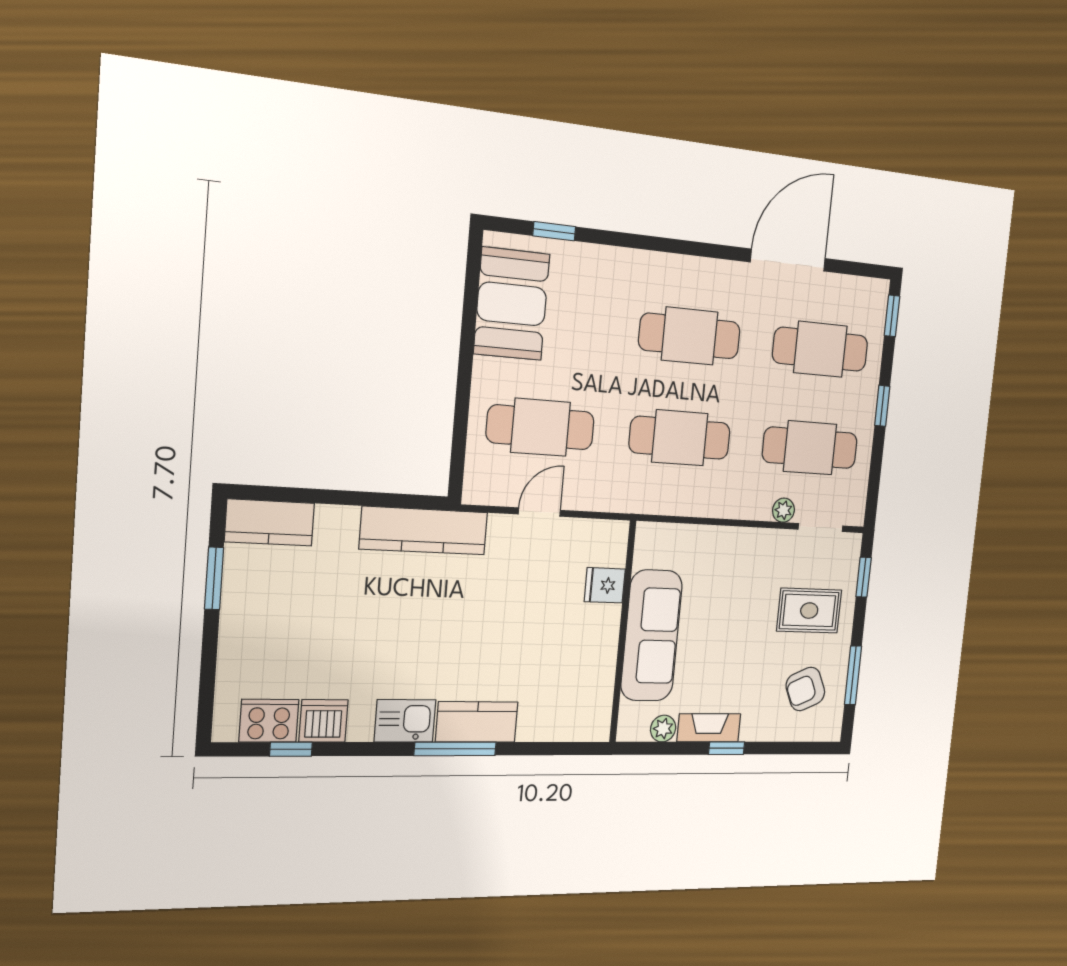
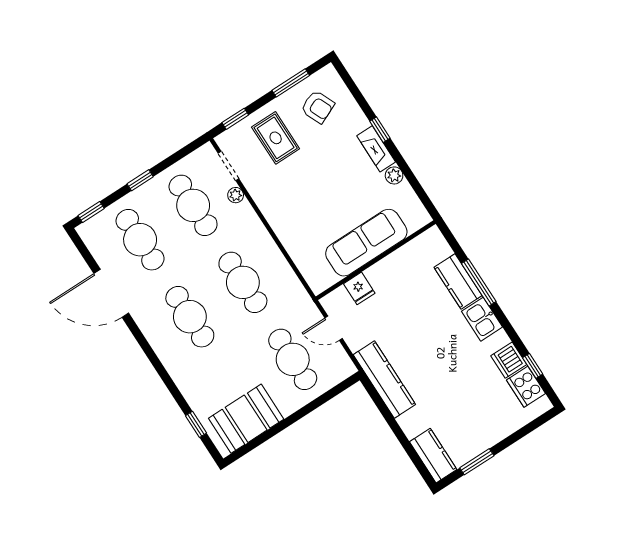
fridge: (605, 585) -> (359, 288), moved
wall: (623, 632) -> (376, 260), moved
sofa: (652, 636) -> (366, 243), moved

